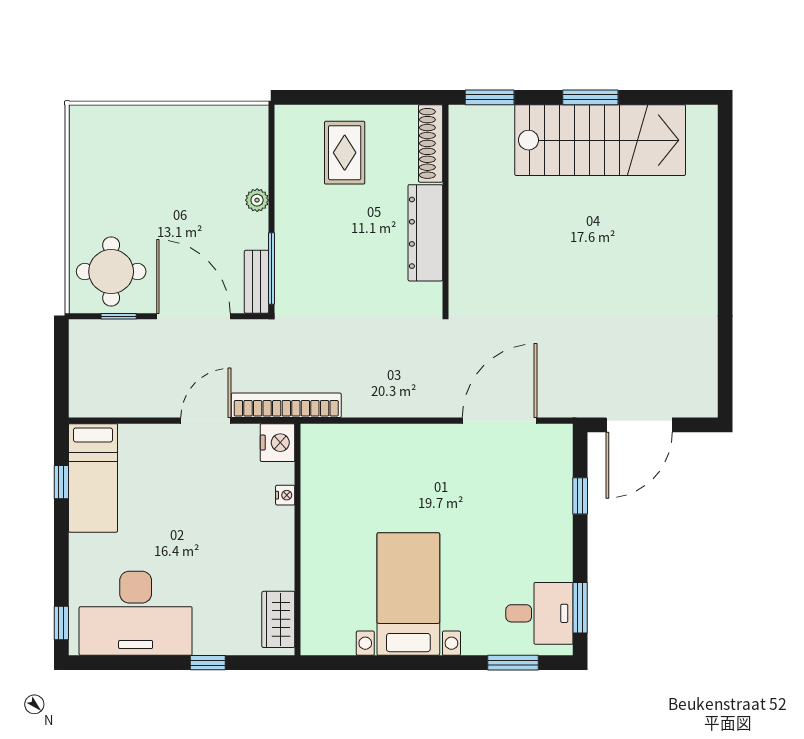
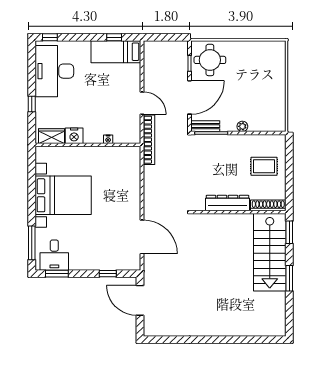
stairs: (600, 140) -> (270, 252), moved
nightstand: (278, 443) -> (74, 136), moved
bed with nightstands: (408, 594) -> (63, 195), width x1.36
window: (513, 663) -> (32, 243), width x1.44

